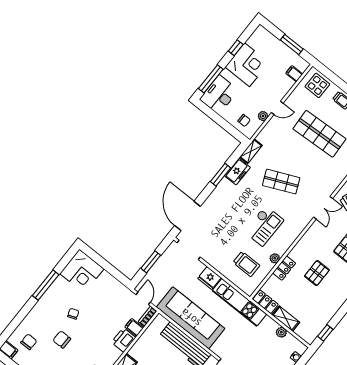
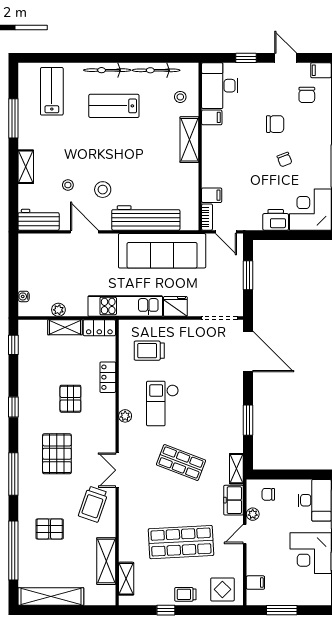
freezer: (237, 172) -> (234, 500), moved
shop shelf: (281, 182) -> (181, 463), turned 45
plant: (275, 258) -> (125, 416), moved
printer: (124, 340) -> (276, 220), moved, turned -90

